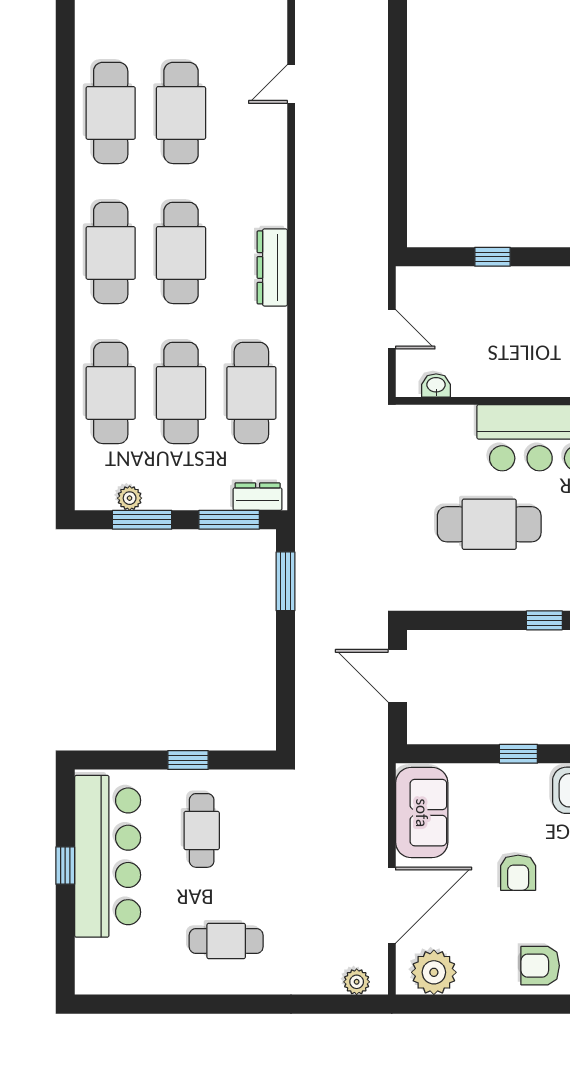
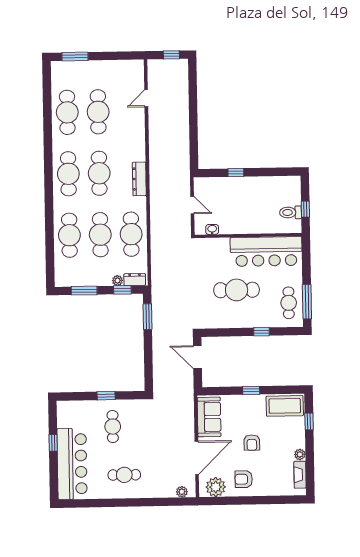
plant: (130, 498) -> (118, 281), moved
window: (229, 520) -> (122, 290), width x0.67
bar counter: (108, 856) -> (72, 464), moved
armchair: (540, 966) -> (244, 479), moved

